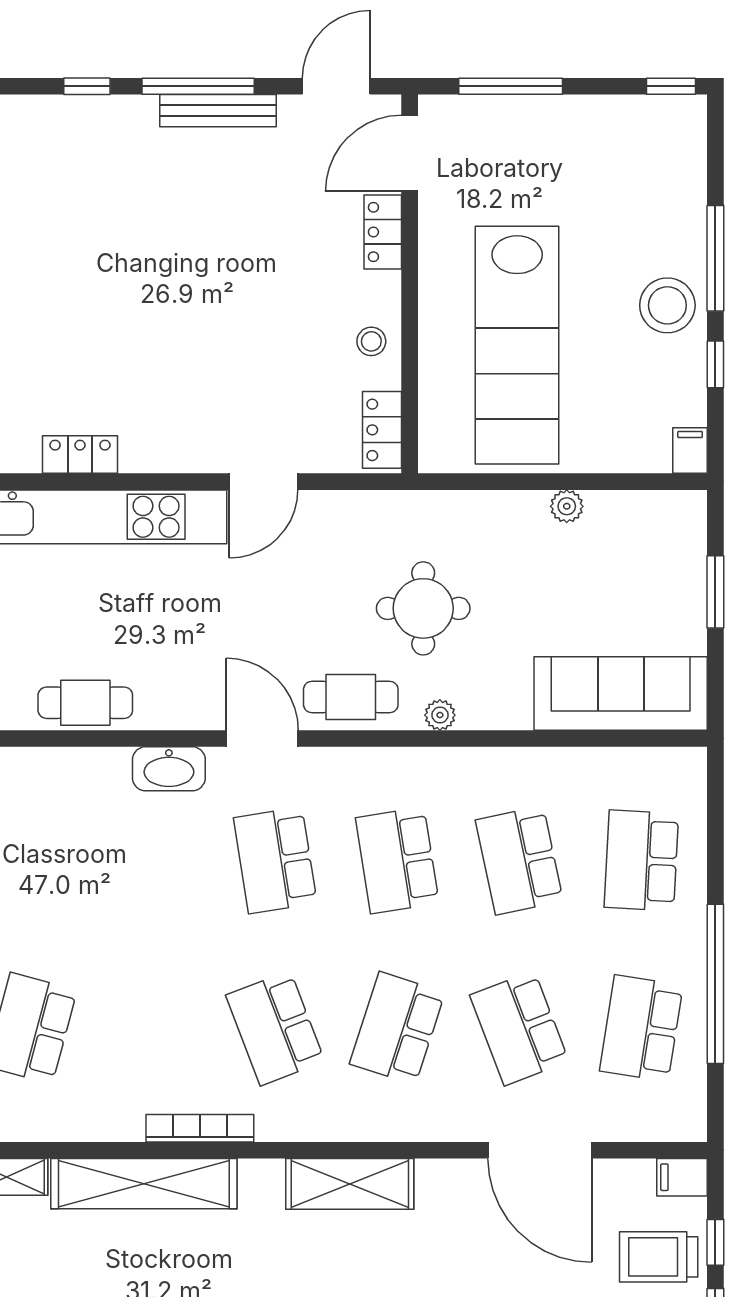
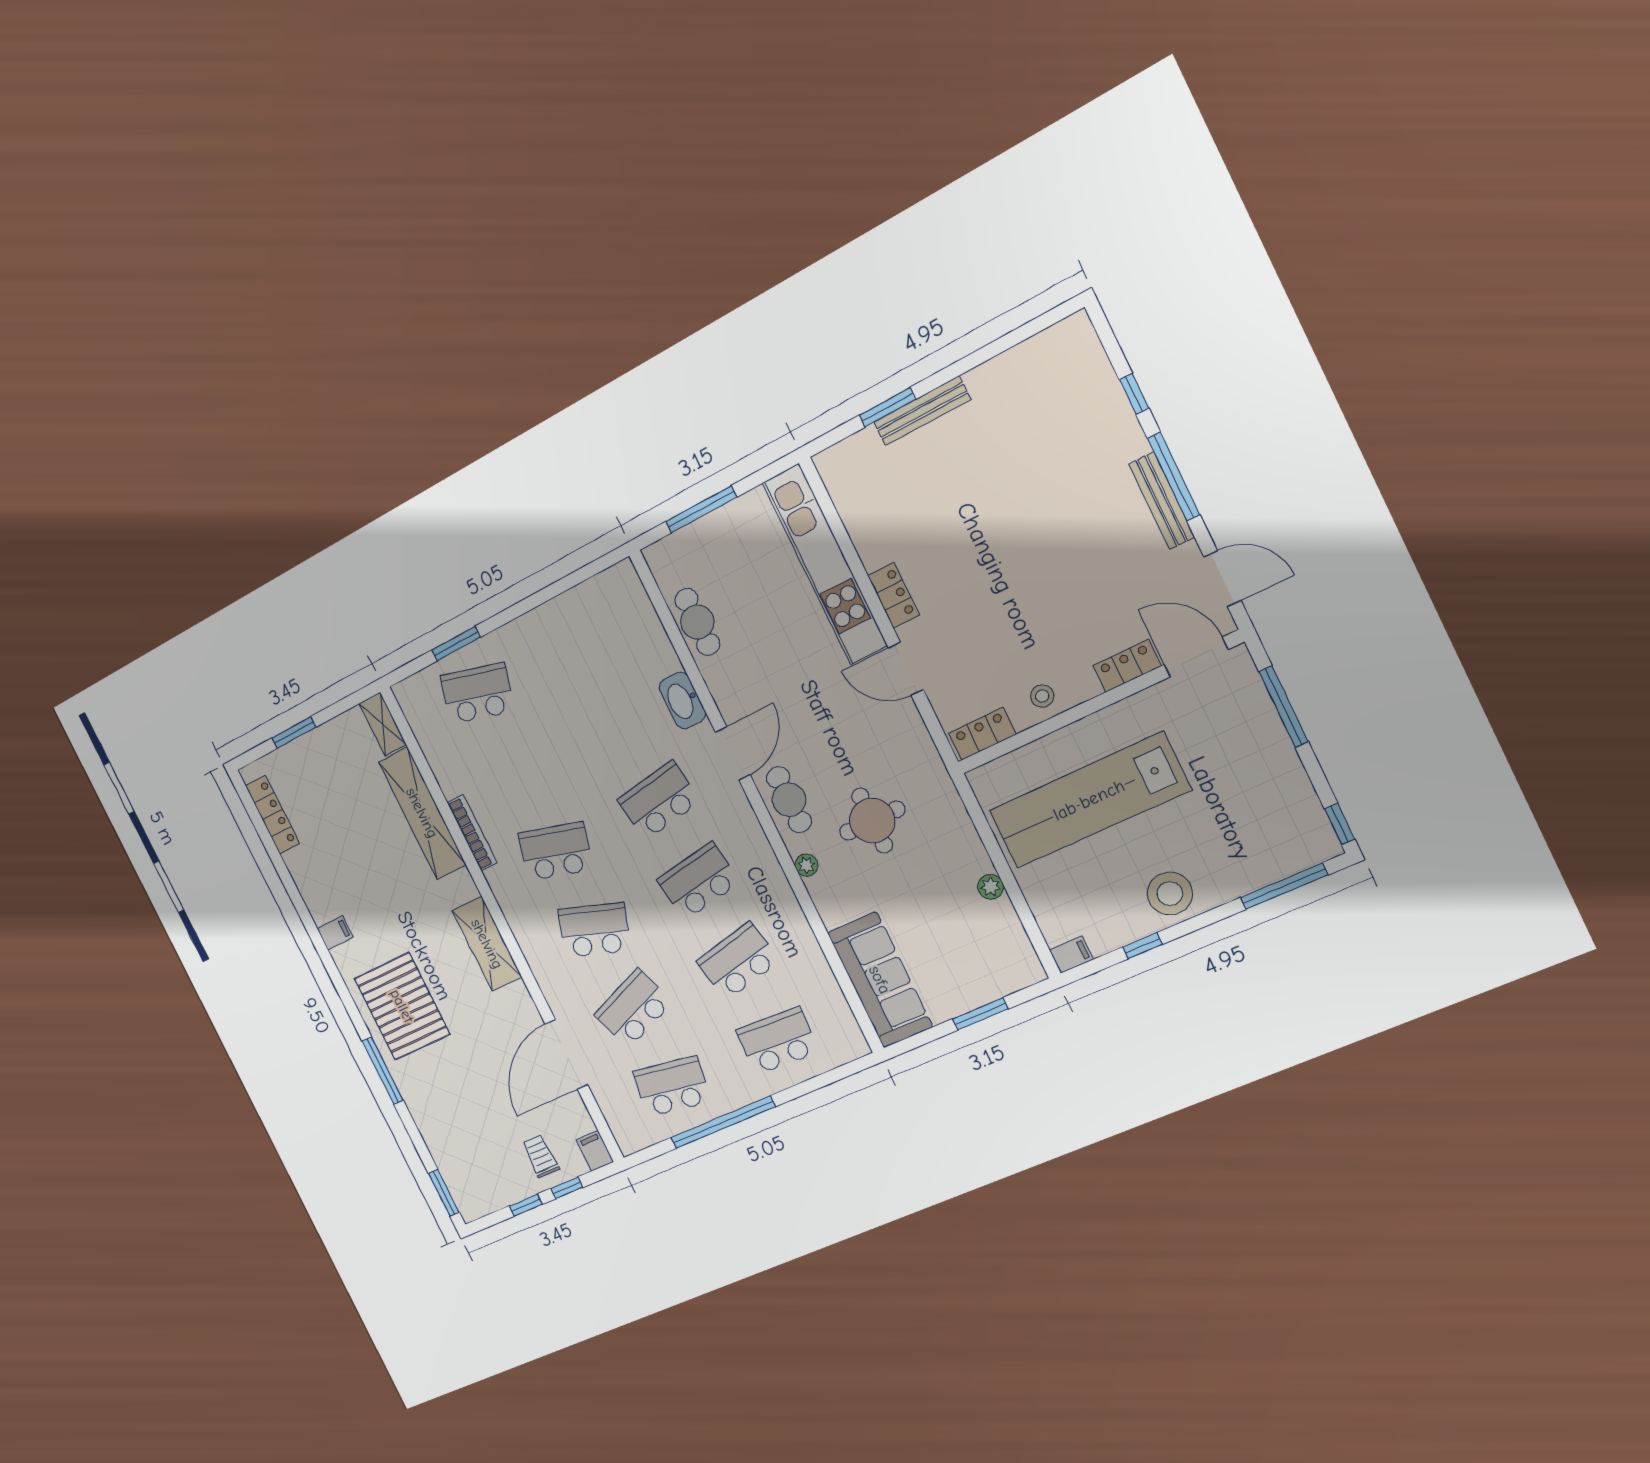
window: (715, 258) -> (1284, 886), moved
locker: (80, 455) -> (894, 595), moved
school desk: (275, 1028) -> (556, 851), turned 36
trolley: (659, 1257) -> (541, 1156), width x0.73, depth x0.72

